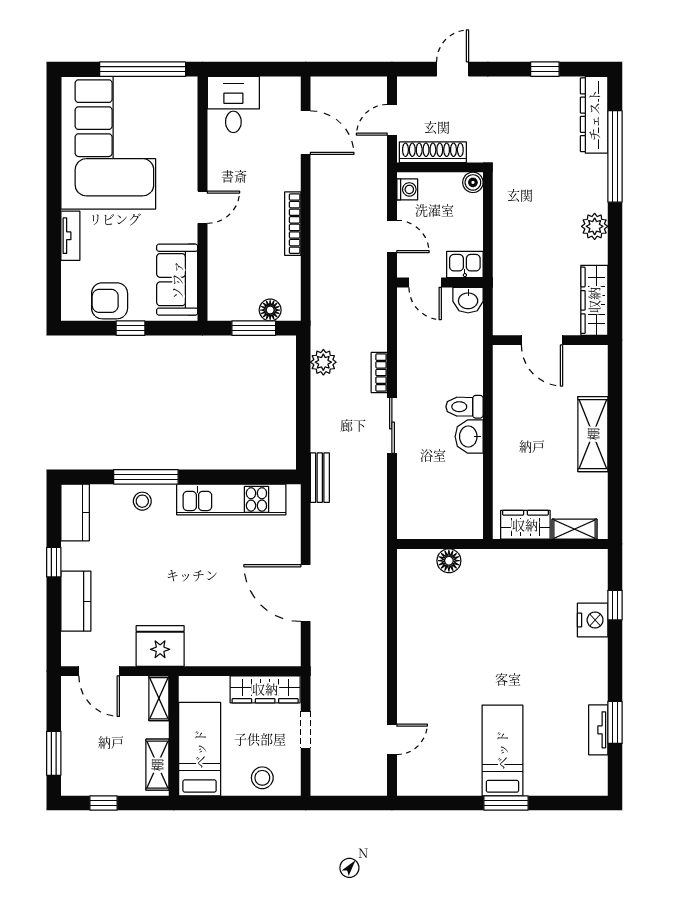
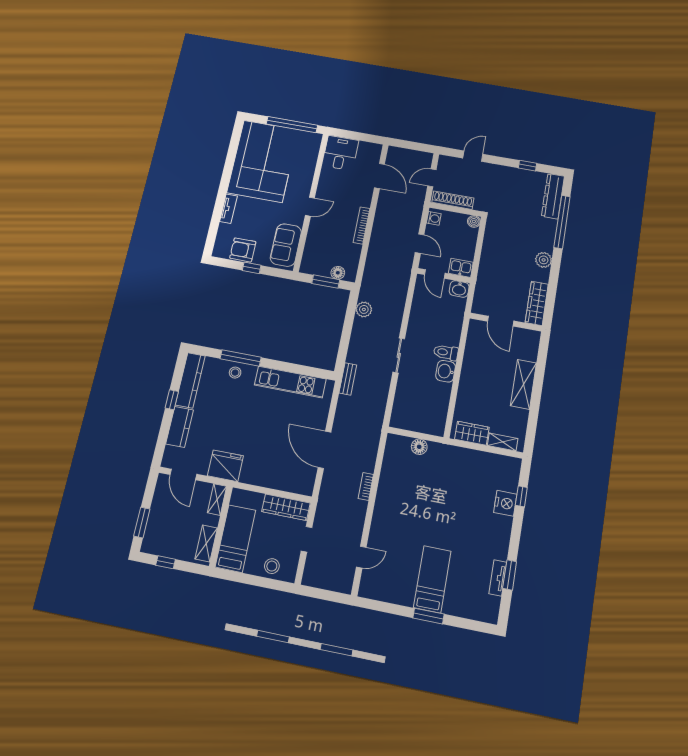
bookcase: (379, 372) -> (366, 486), moved
kitchen counter: (75, 512) -> (190, 380), width x1.50

